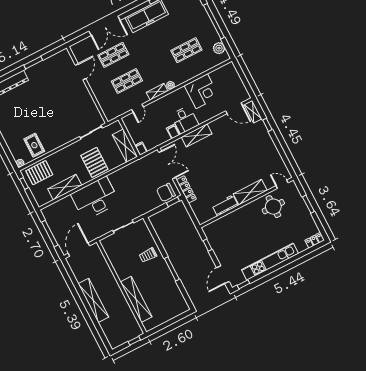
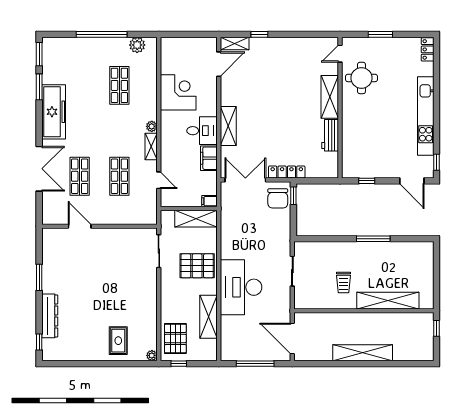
filing cabinet: (173, 132) -> (209, 158), width x2.00
rug: (34, 145) -> (118, 341), moved, turned 90
trolley: (148, 255) -> (344, 283), moved

